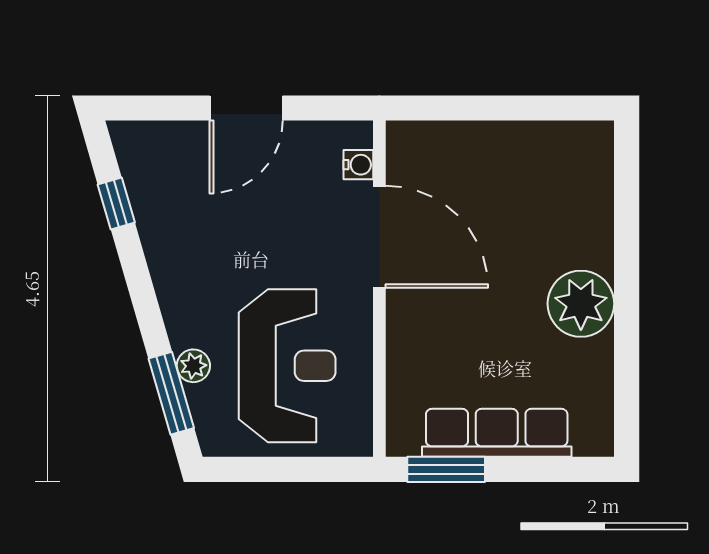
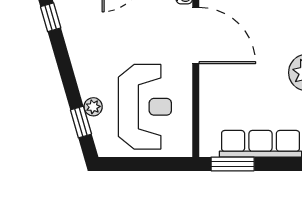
window: (171, 393) -> (81, 122), width x0.67

